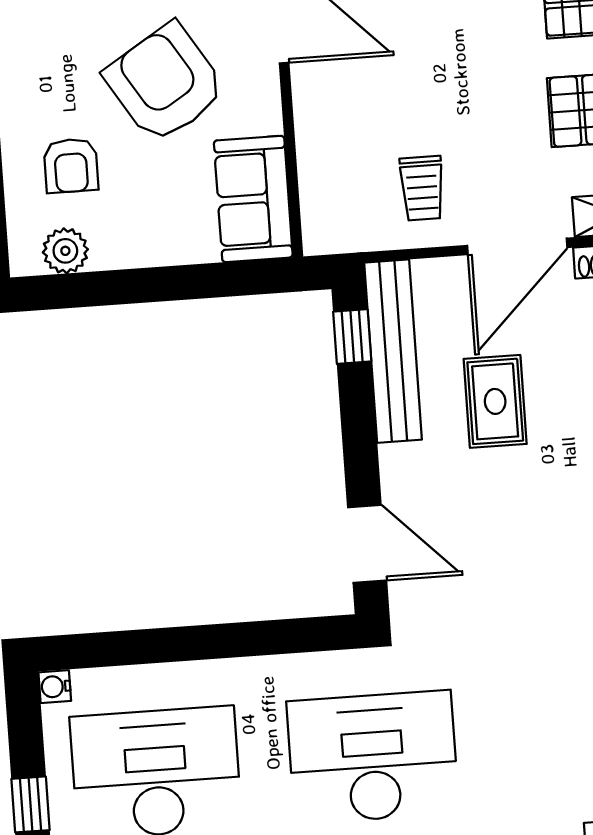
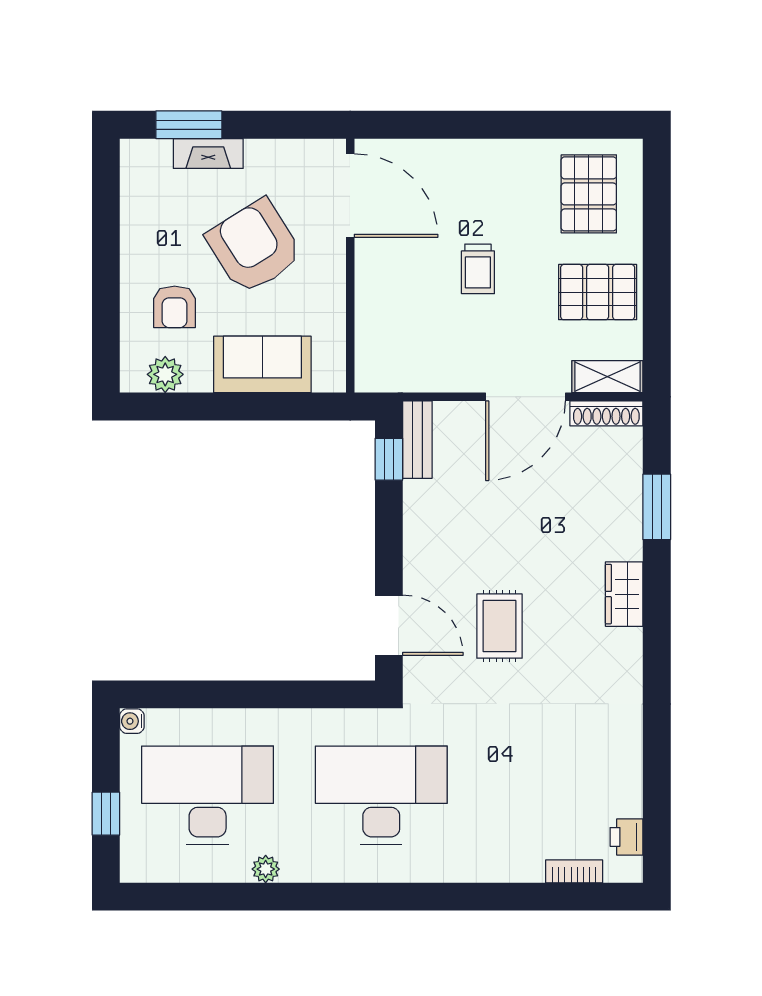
trolley: (422, 188) -> (478, 269), moved
sofa: (253, 199) -> (262, 364), moved, turned 90
bench: (393, 351) -> (417, 440), width x0.54, depth x0.82
rug: (495, 401) -> (500, 626), moved

